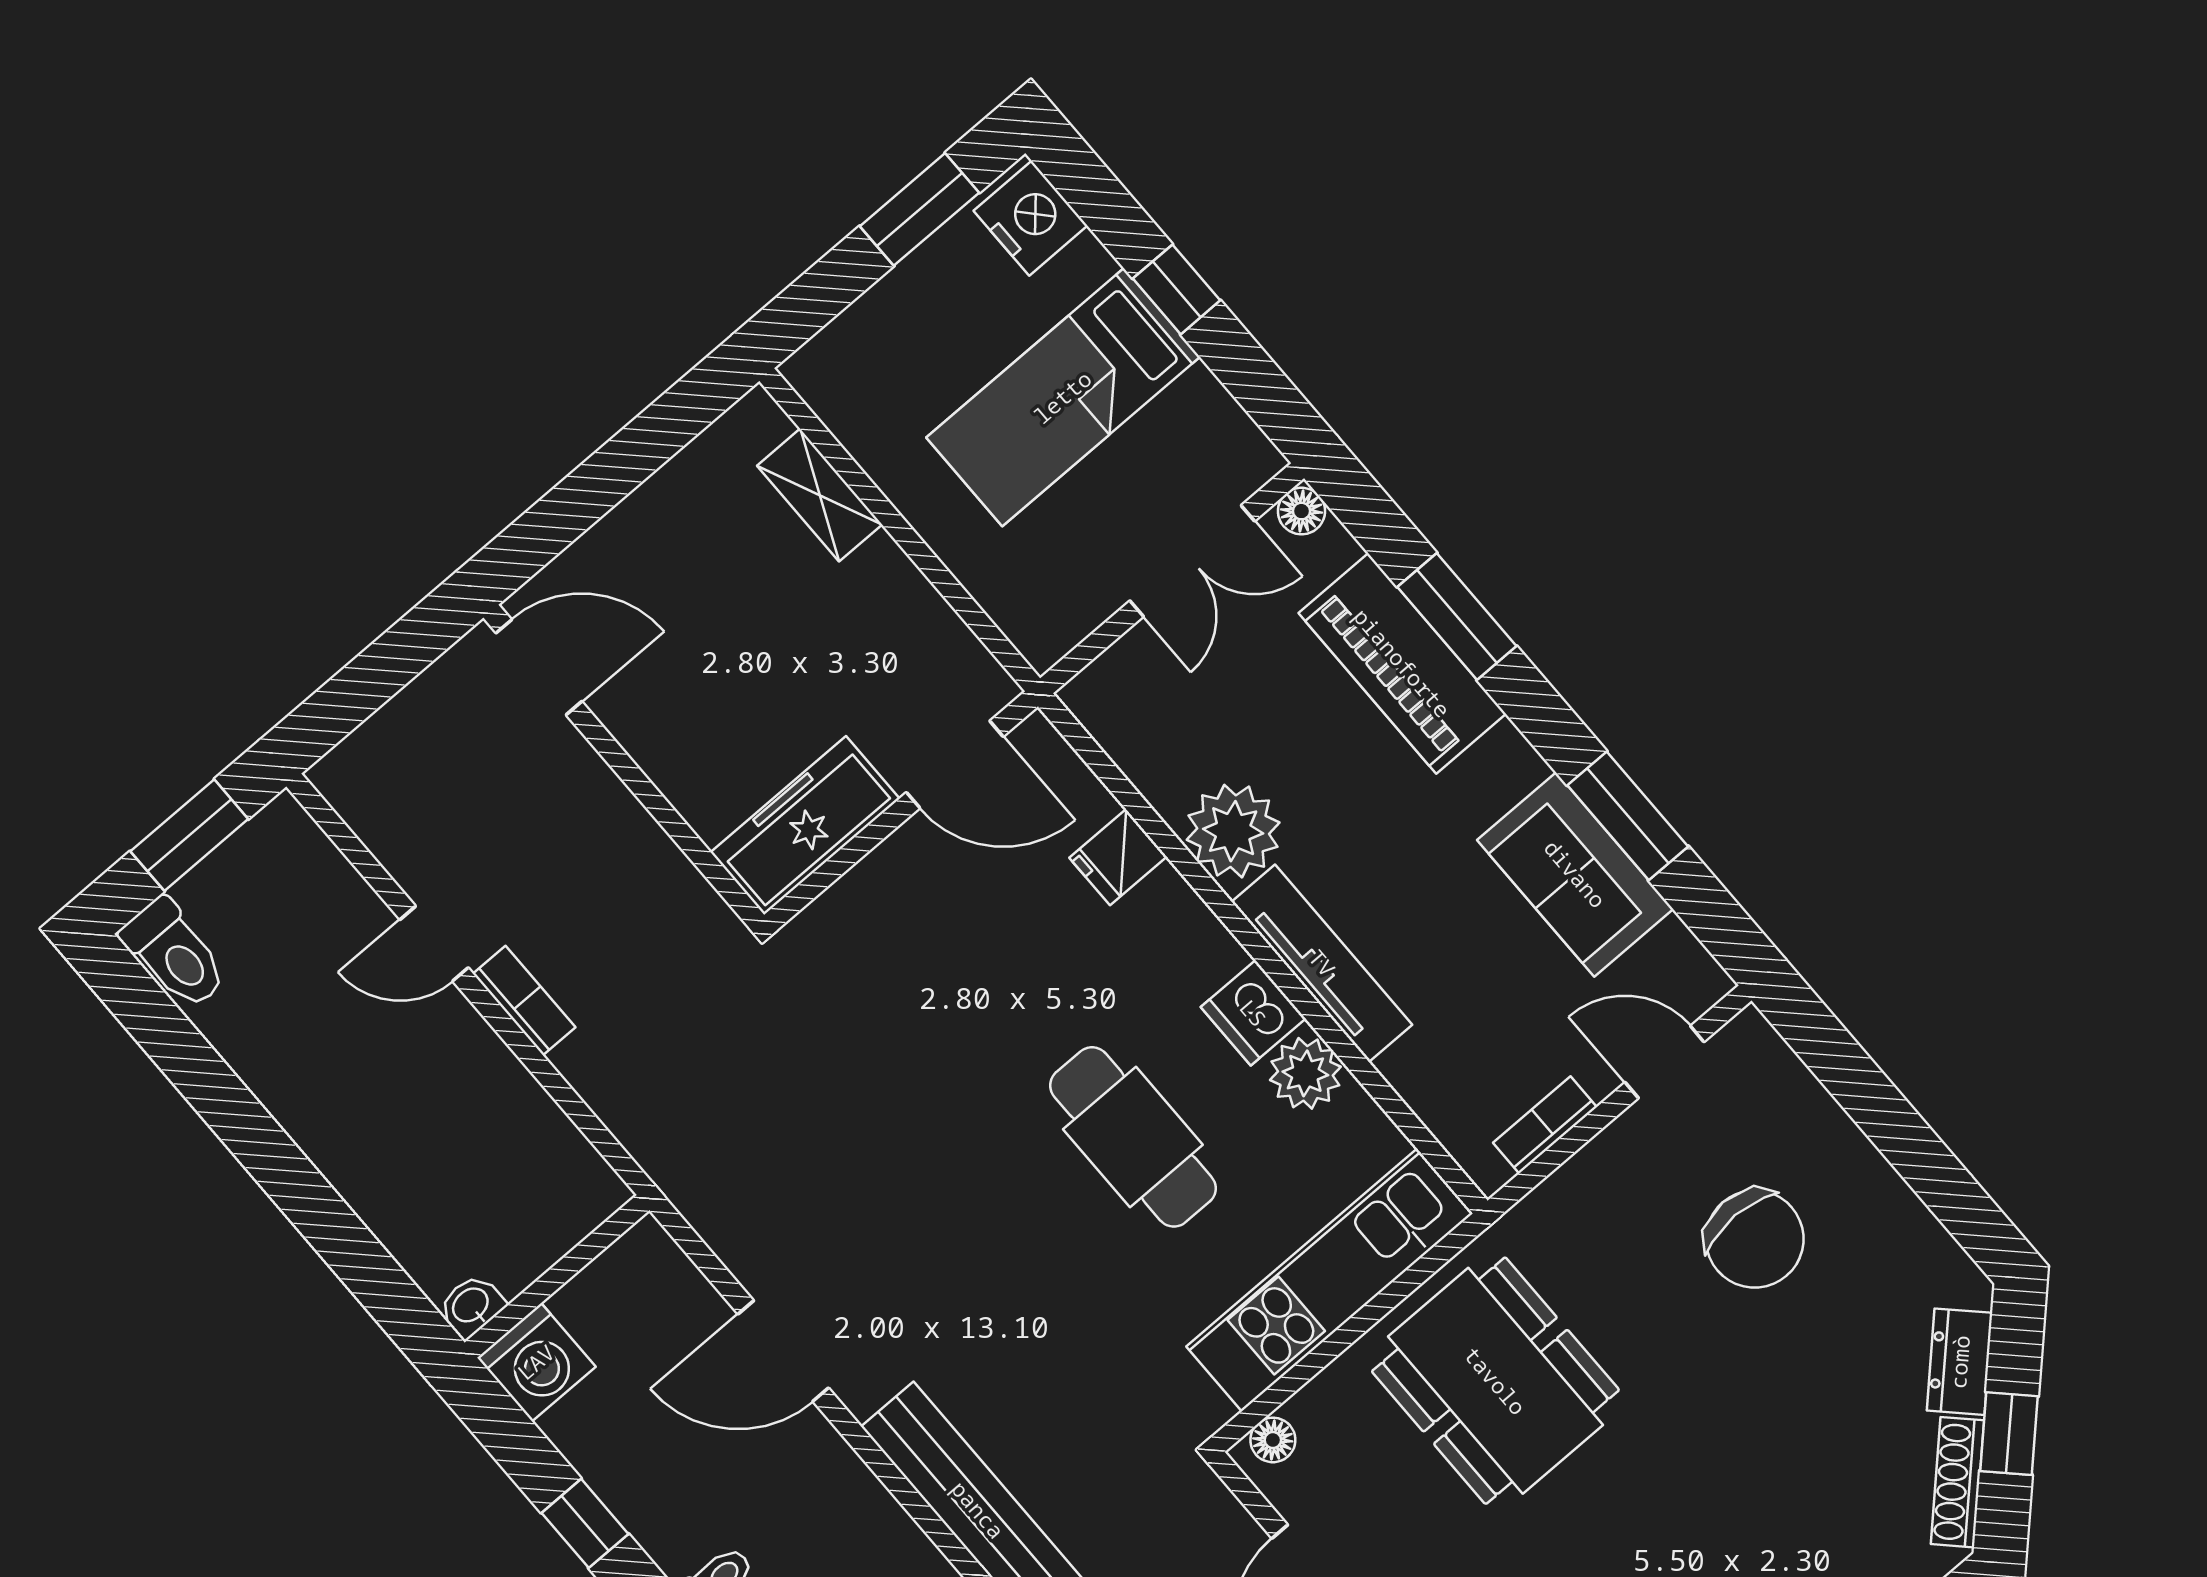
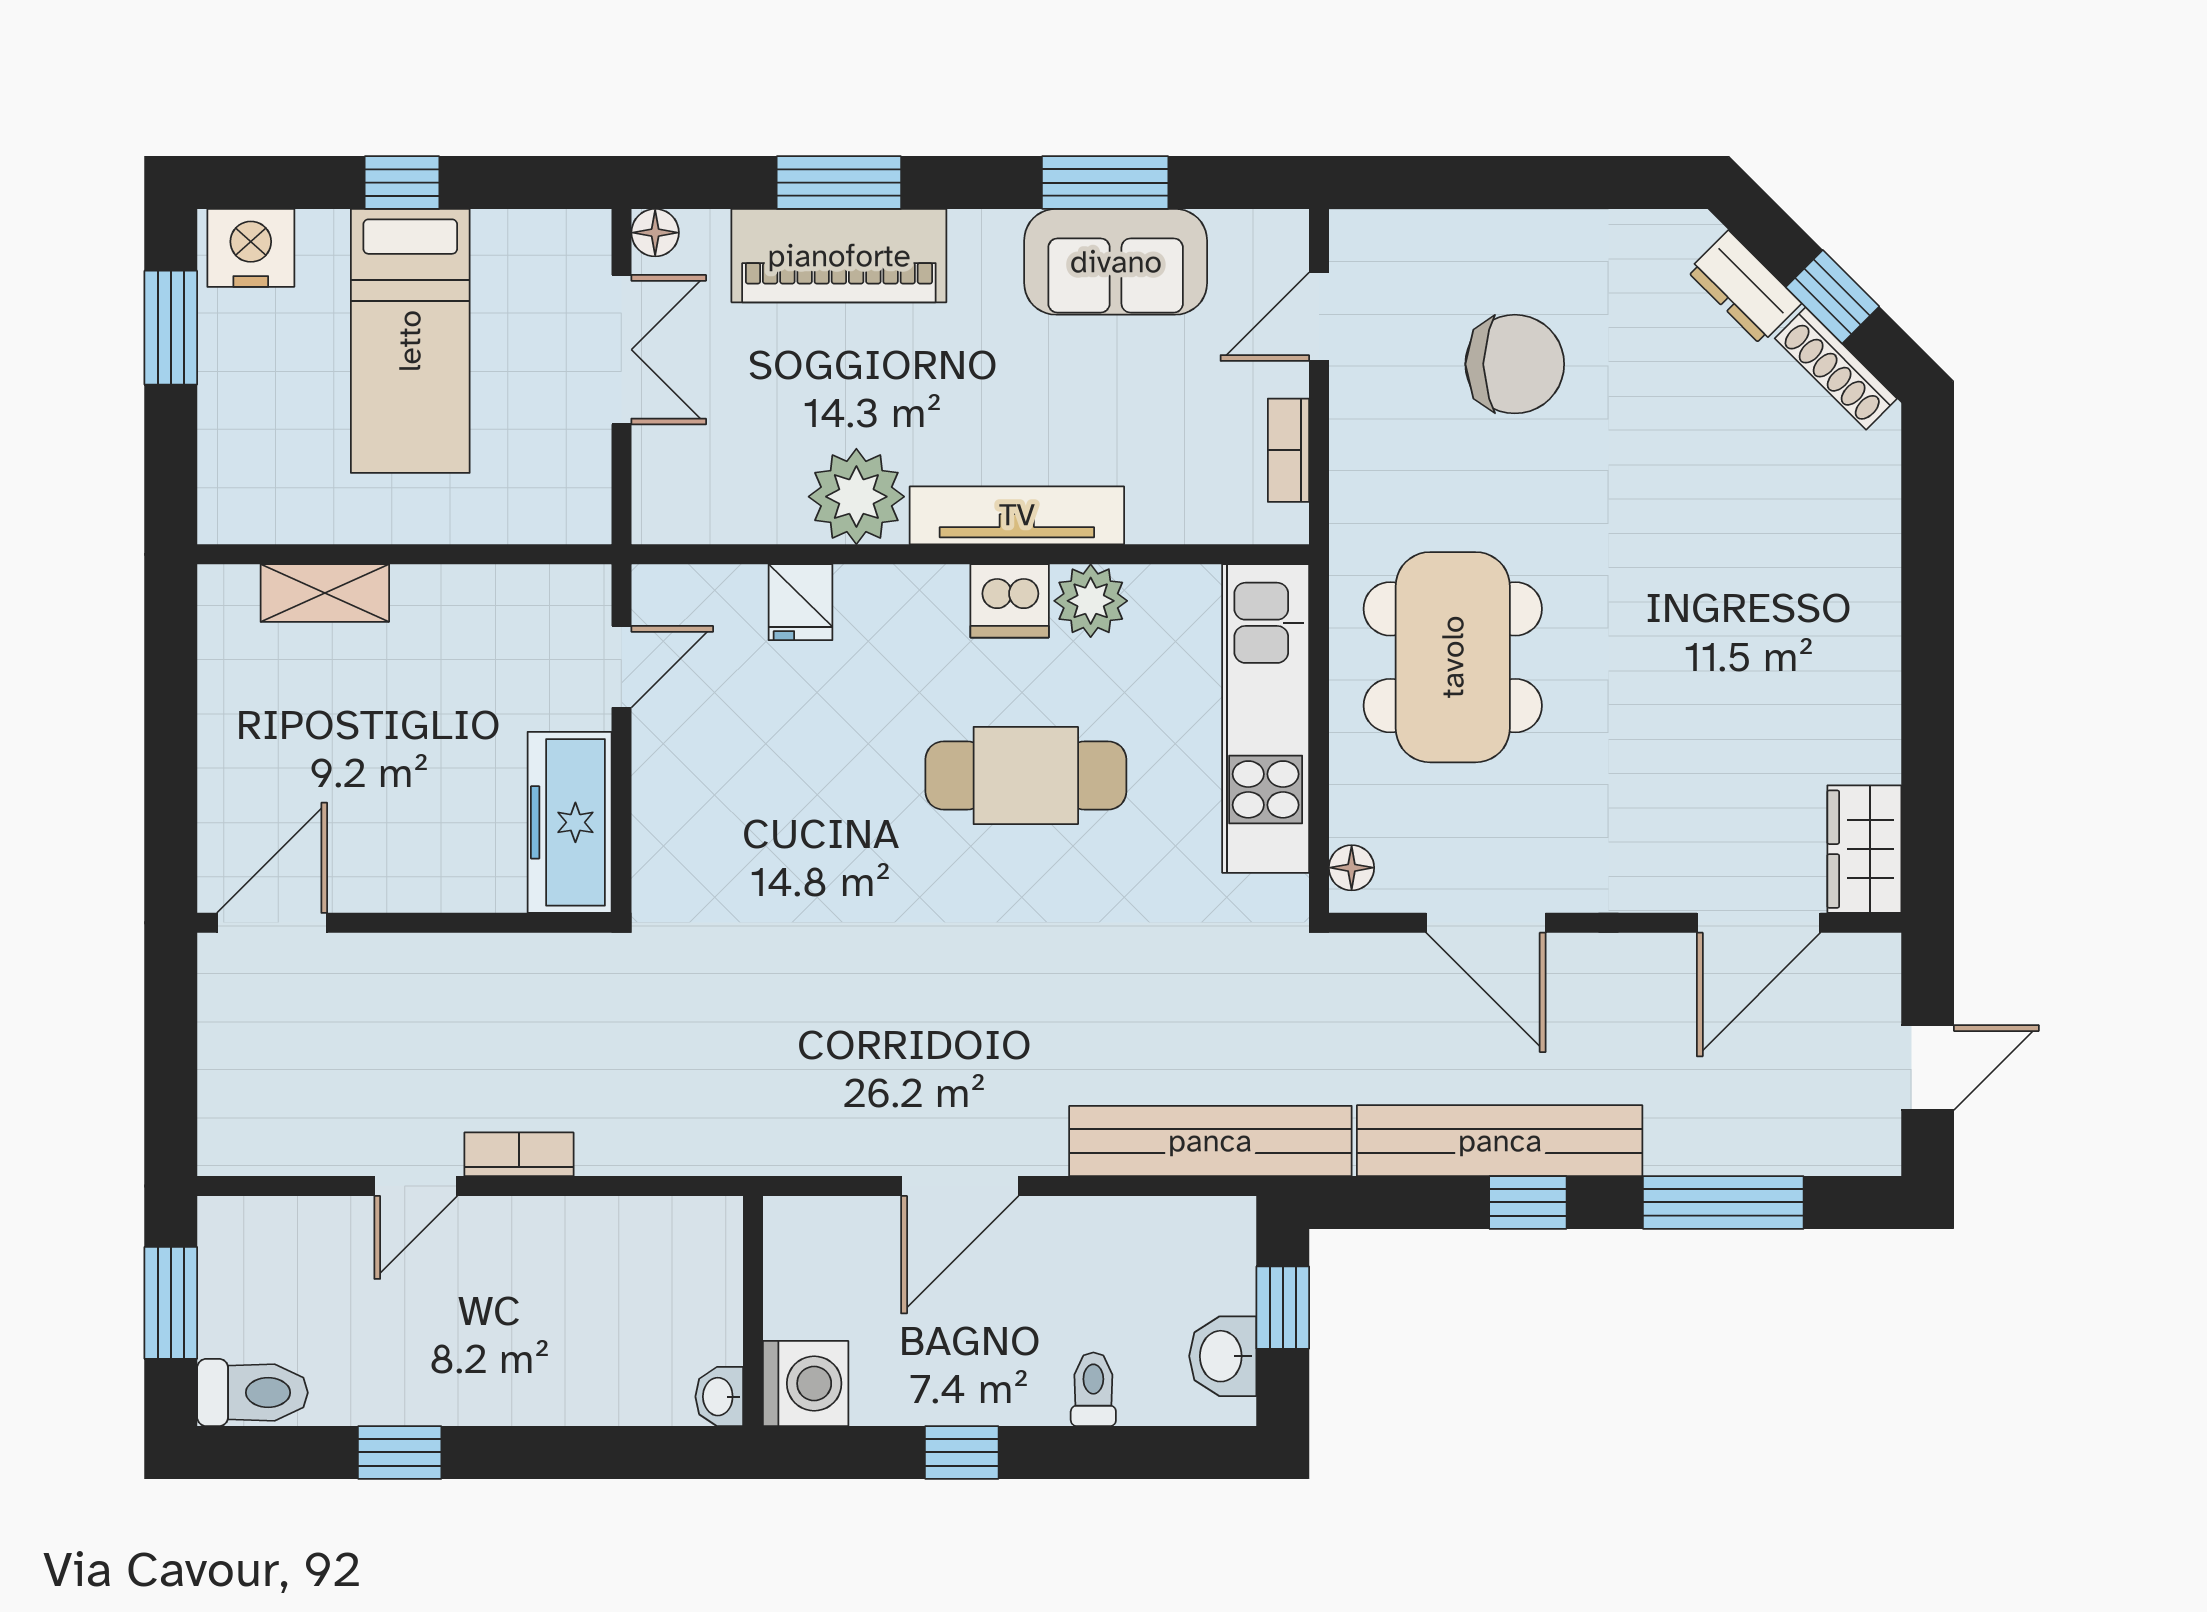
door: (955, 764) -> (621, 667), width x0.73
window: (224, 1103) -> (400, 1452), added
dining table: (1495, 1381) -> (1453, 657), turned 90

